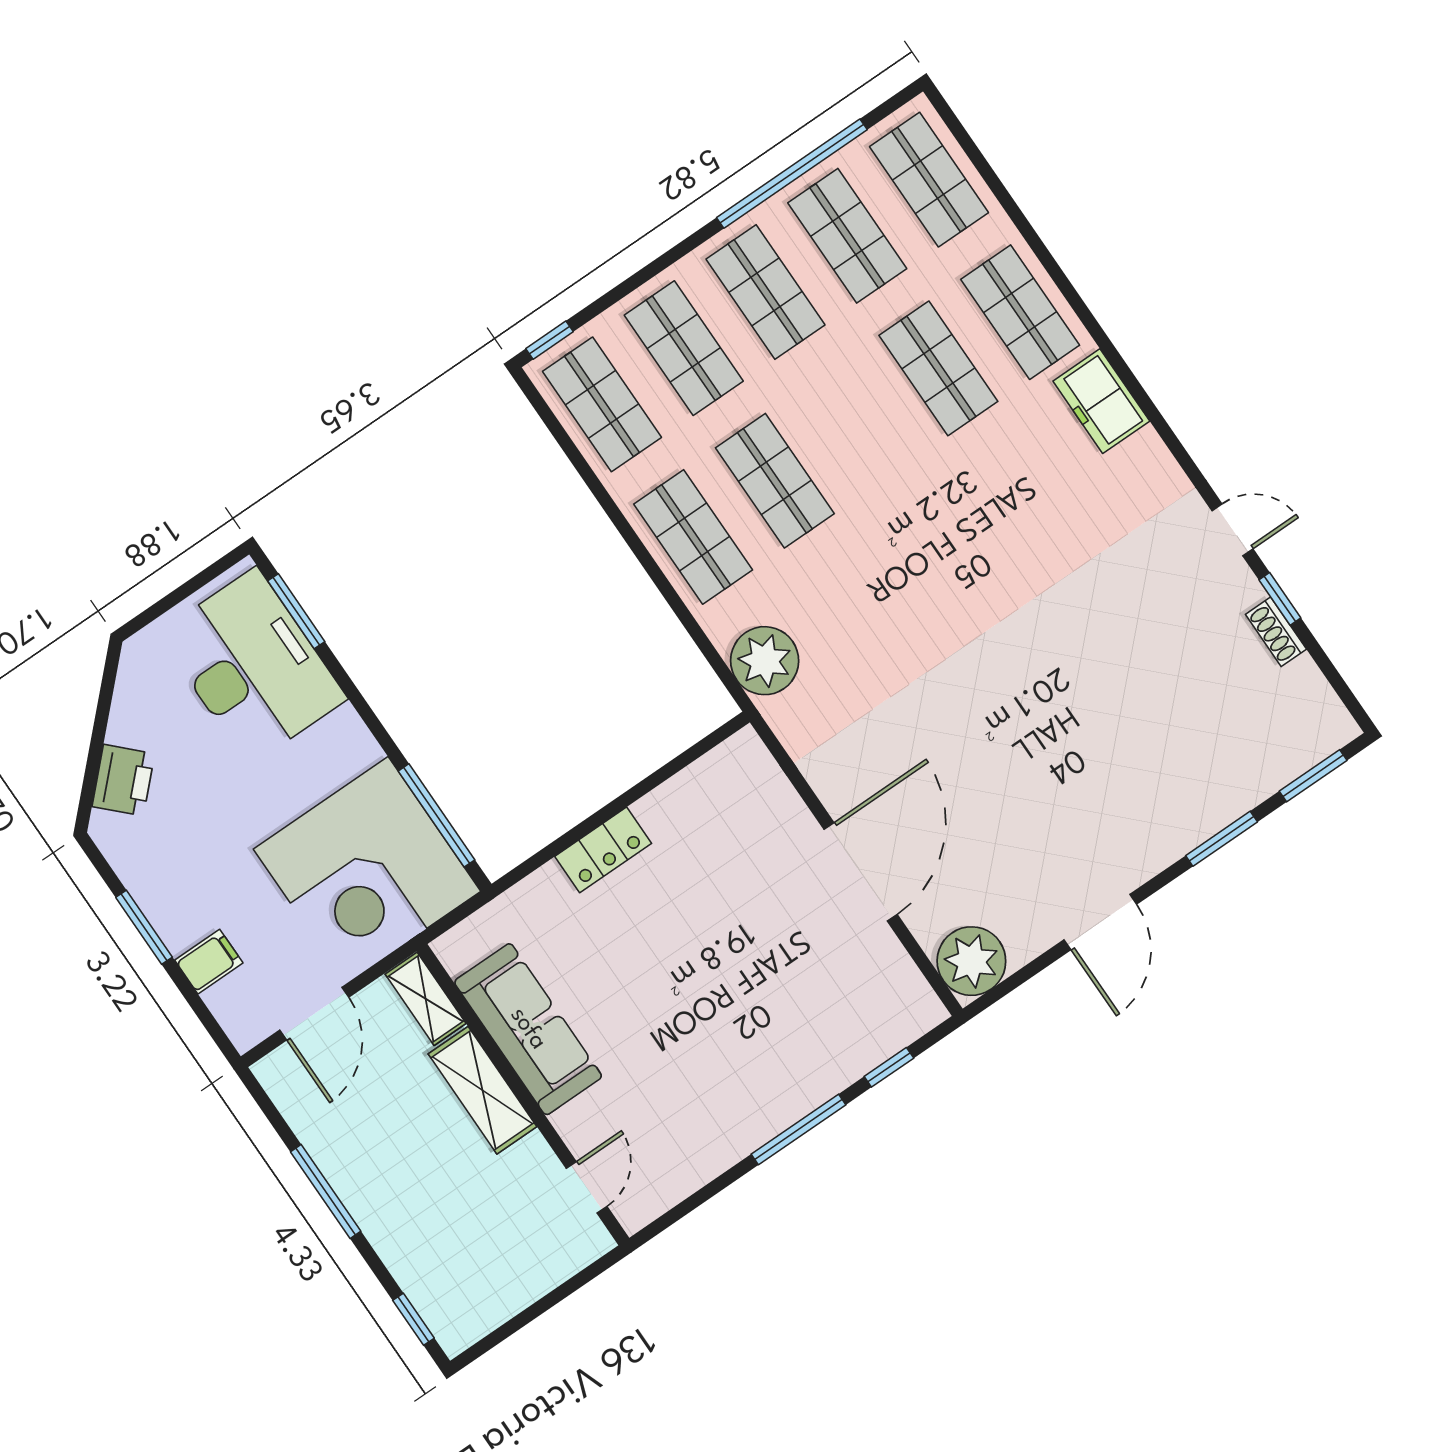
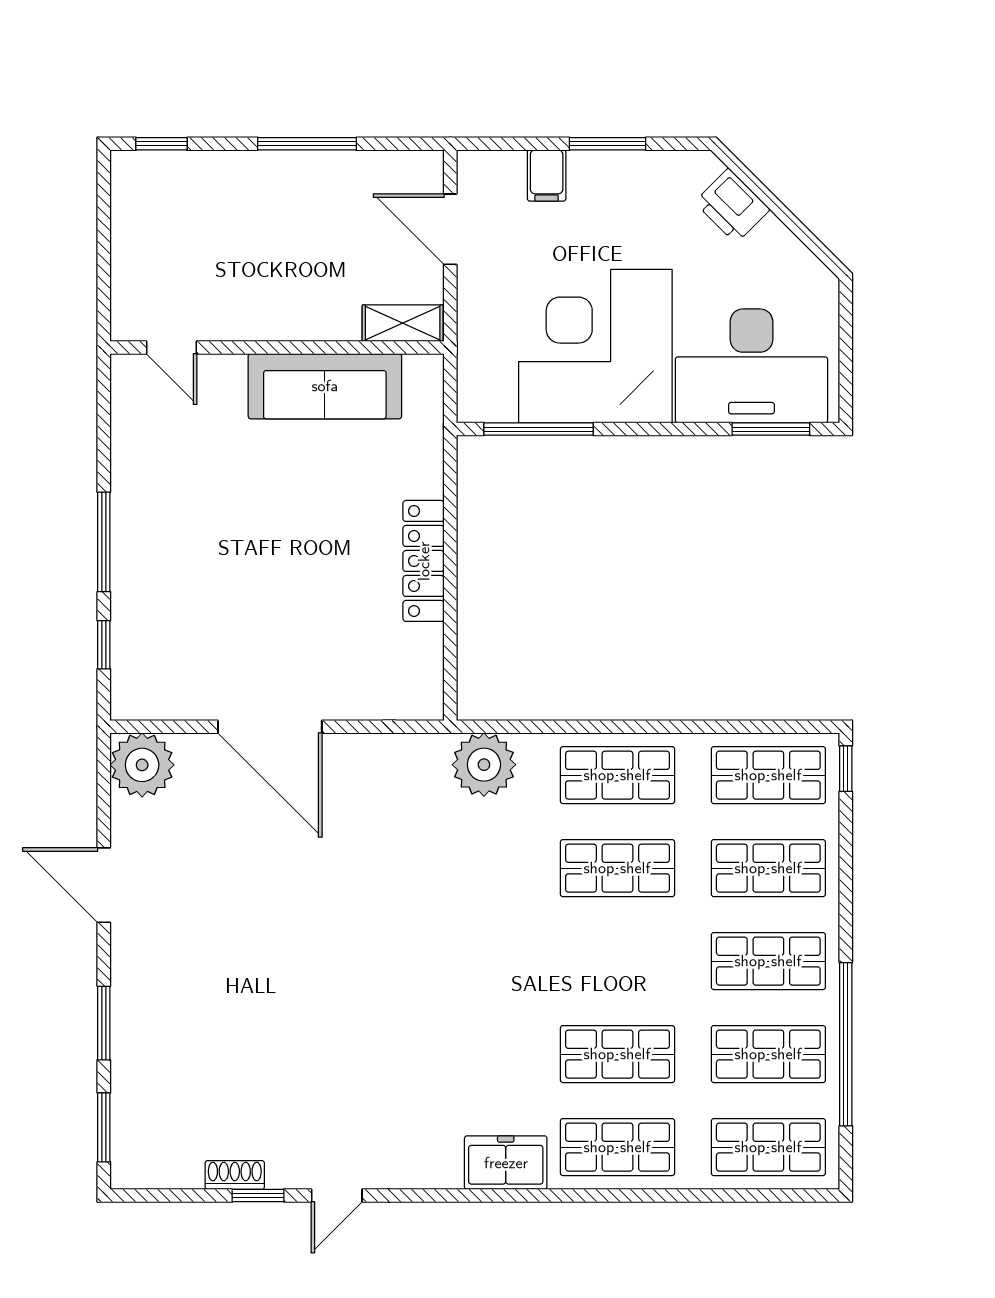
locker: (603, 850) -> (424, 561), width x1.53
corner desk: (367, 870) -> (595, 346), moved
shelving: (483, 1090) -> (302, 319), removed

